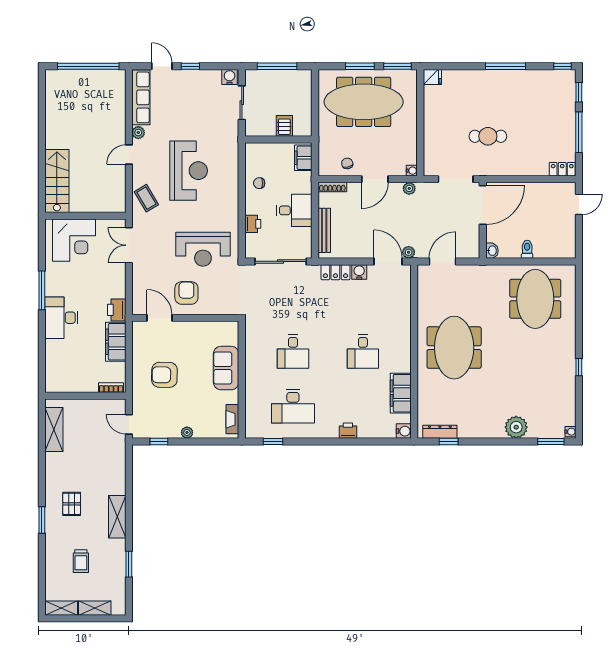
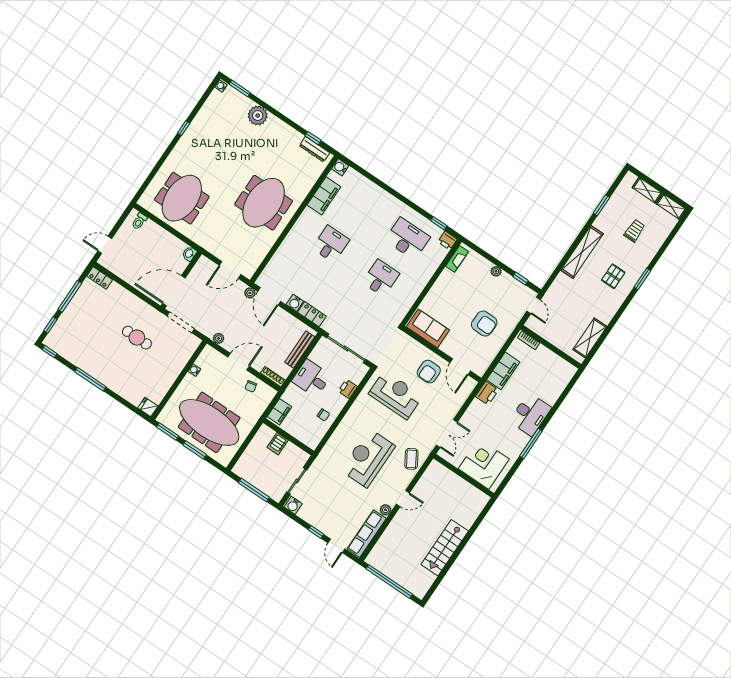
water cooler: (412, 171) -> (194, 370), moved
stairs: (57, 181) -> (445, 548), moved
toilet: (527, 249) -> (139, 221), moved
sofa: (226, 368) -> (428, 328), moved, turned -90
printer: (348, 431) -> (447, 240), moved
shelving: (117, 517) -> (582, 252), width x1.47

